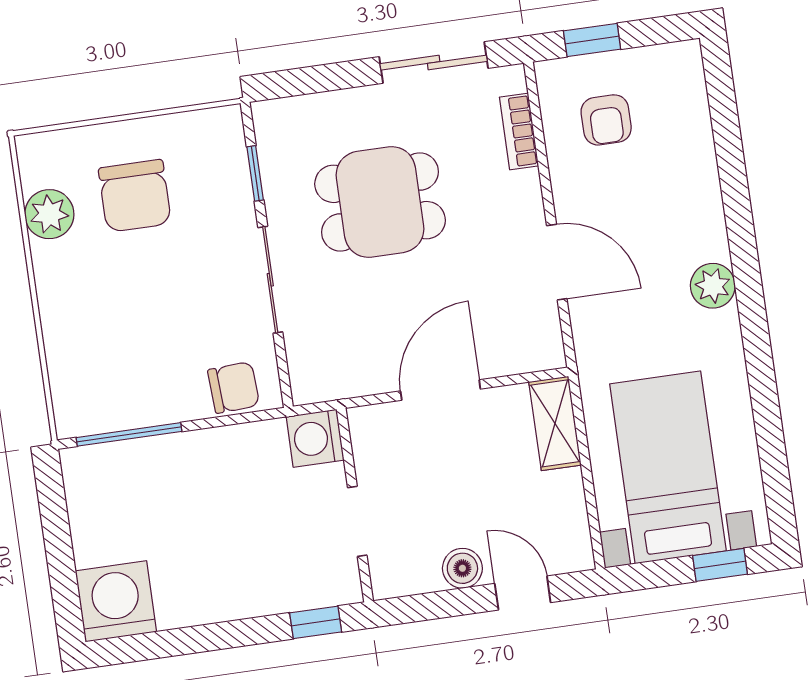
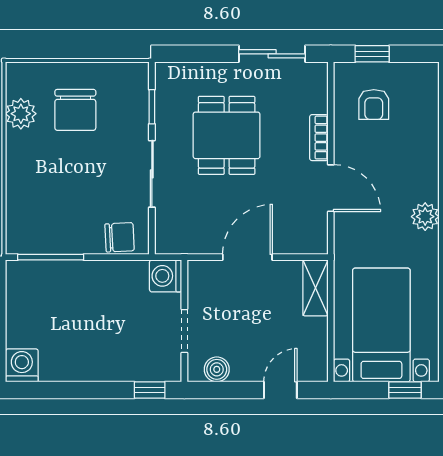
bookcase: (519, 131) -> (319, 138), moved
dining table: (380, 202) -> (227, 135), turned 90
boiler: (462, 568) -> (217, 369), moved
door: (523, 593) -> (280, 390), hinge flipped
washing machine: (116, 601) -> (22, 365), width x0.73, depth x0.73

